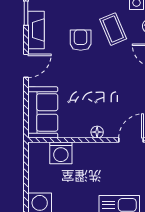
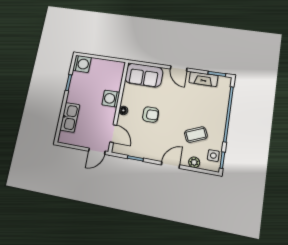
armchair: (81, 40) -> (151, 115), moved
washing machine: (61, 153) -> (111, 99), moved

